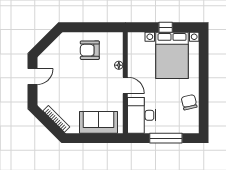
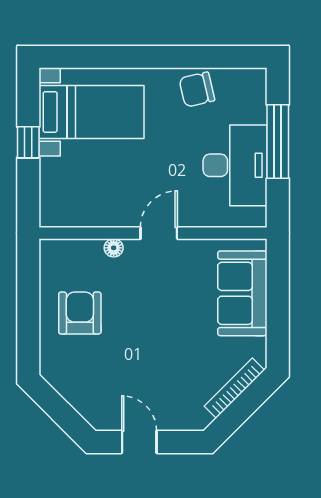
armchair: (90, 50) -> (80, 313), turned 180
bed with nightstands: (172, 55) -> (91, 112), width x0.73
desk: (142, 115) -> (235, 165), moved, turned -90

